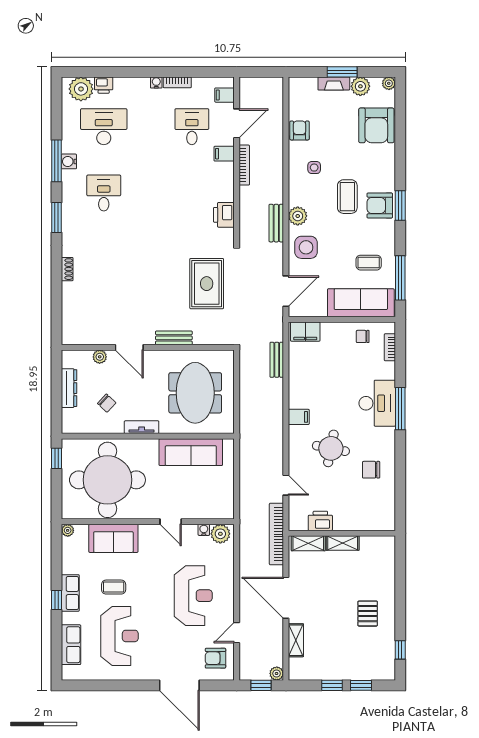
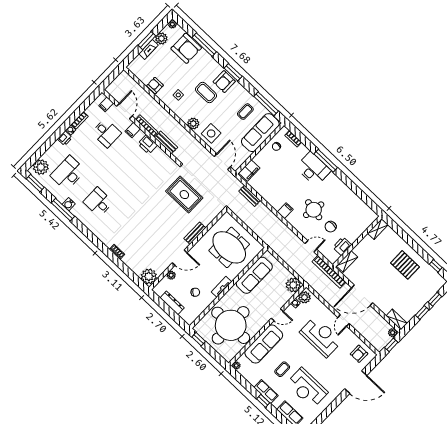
printer: (104, 85) -> (65, 138), moved
desk: (192, 127) -> (106, 133), turned 180
window: (400, 142) -> (204, 45), added
printer: (224, 215) -> (148, 144), moved
window: (56, 218) -> (35, 183), moved
bench: (276, 223) -> (166, 142), moved
plant: (74, 332) -> (149, 276), added
chair: (371, 470) -> (331, 227), moved
plant: (222, 507) -> (293, 285), added
sofa: (113, 538) -> (264, 344), width x1.36
shelving: (343, 543) -> (378, 229), moved
pallet: (368, 614) -> (405, 265), width x1.50, depth x1.42
door: (237, 633) -> (344, 321), moved
reception desk: (119, 636) -> (307, 388), turned 180
shelving: (296, 640) -> (397, 320), moved

